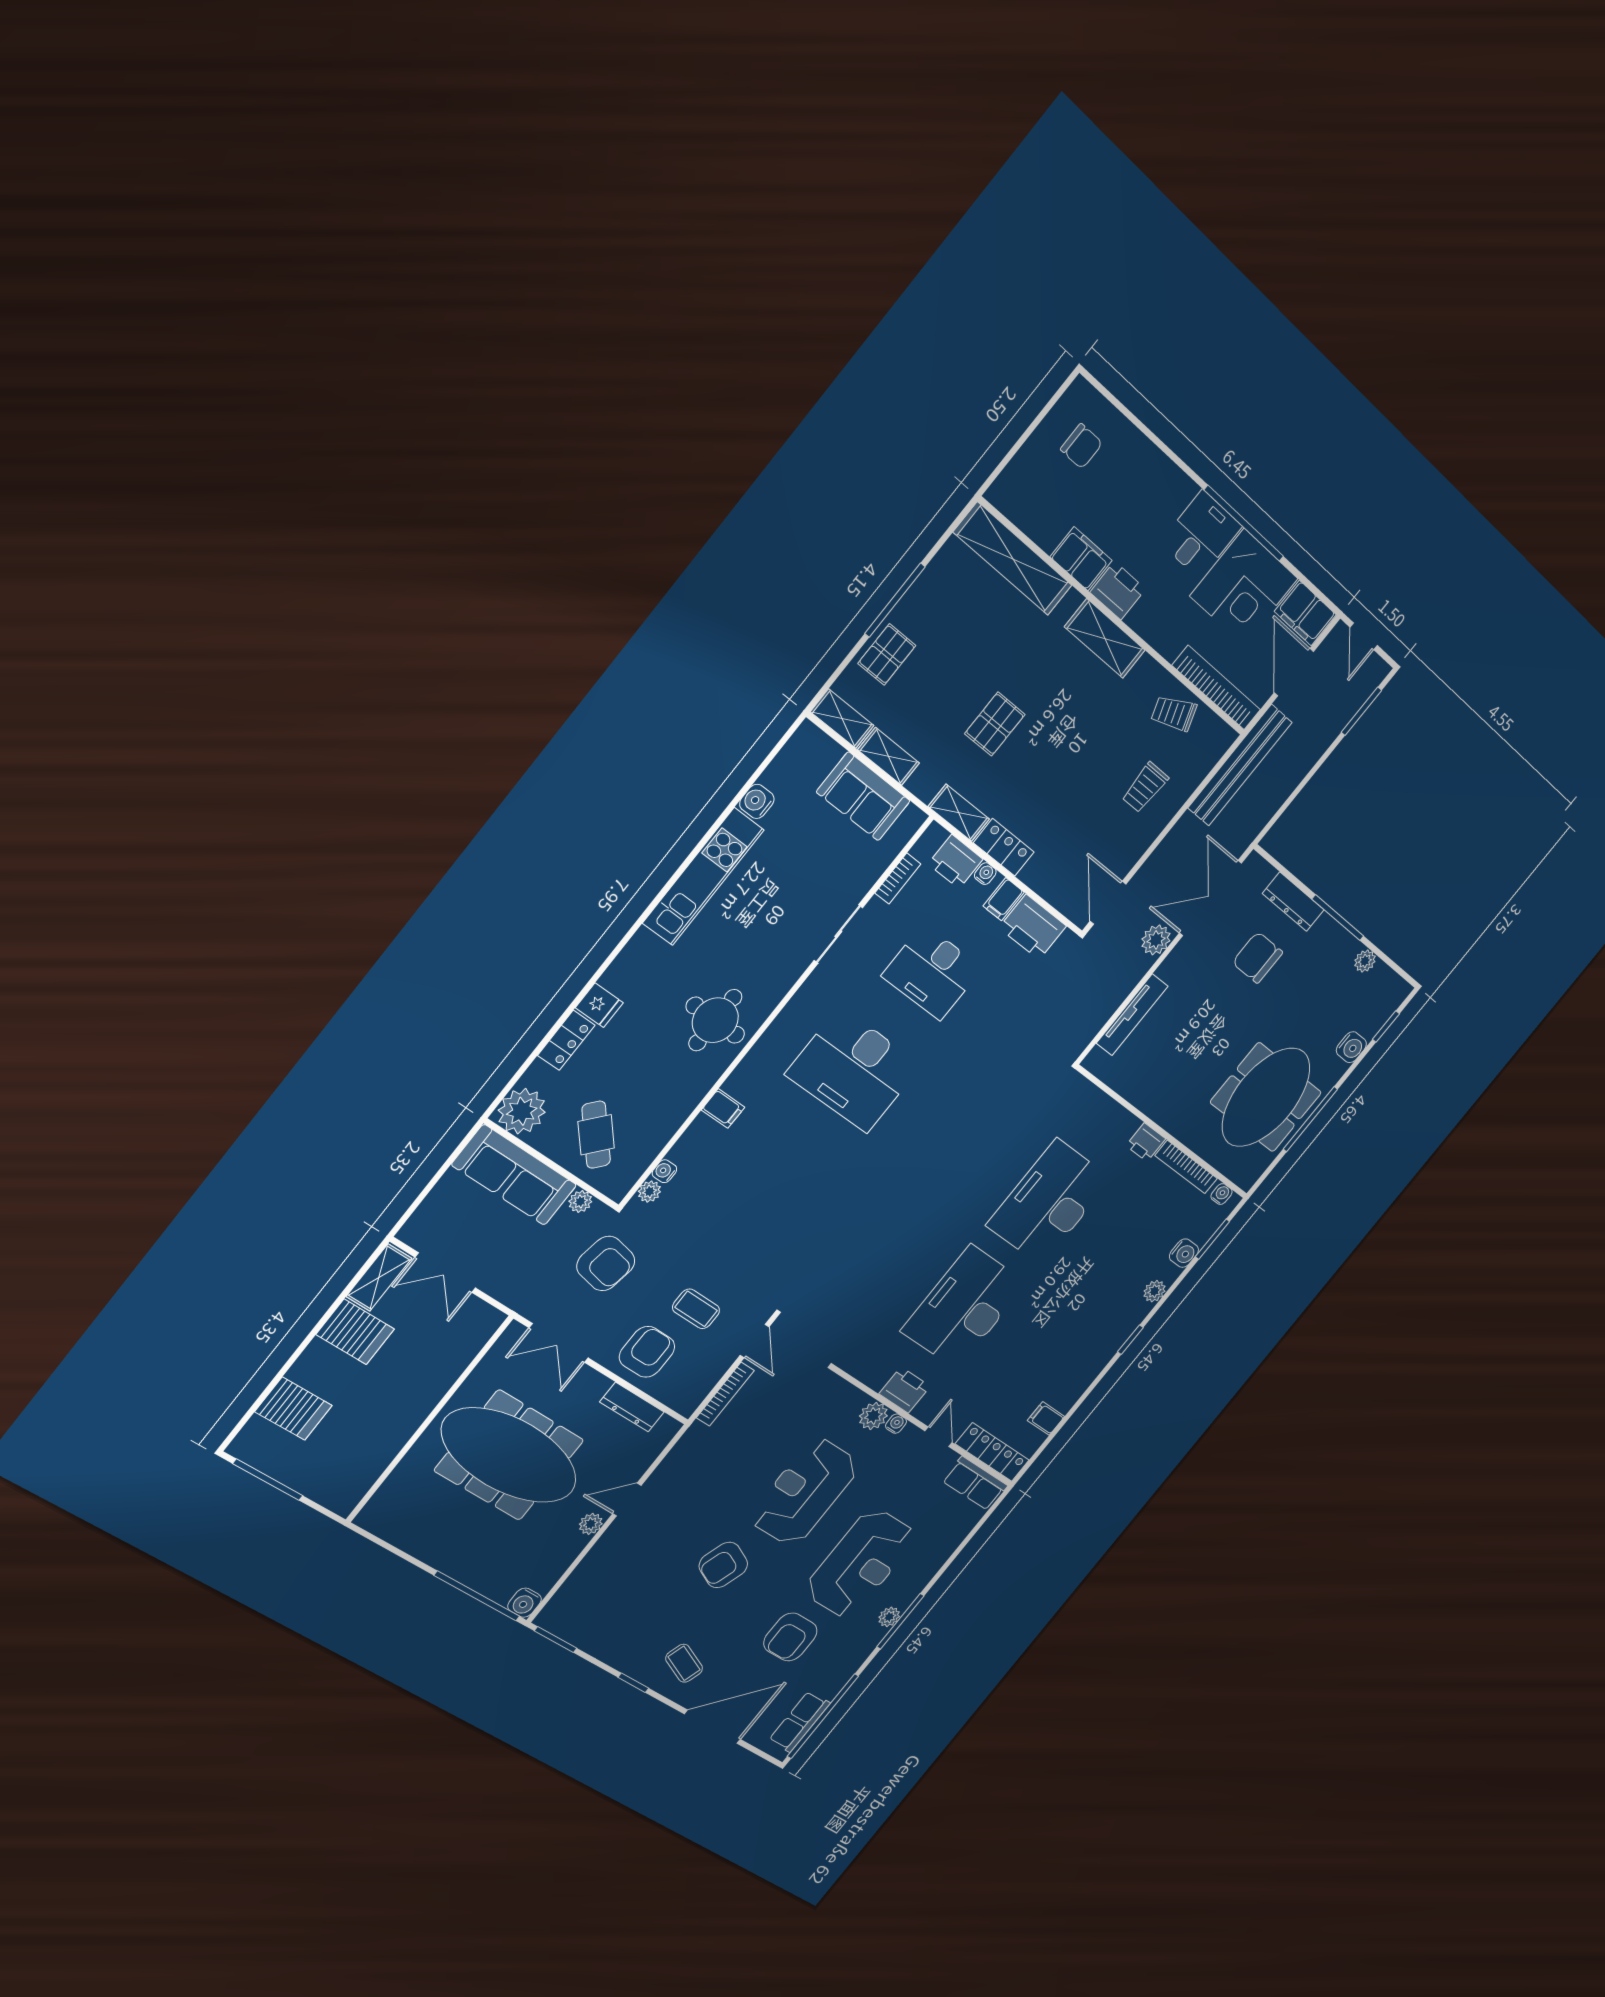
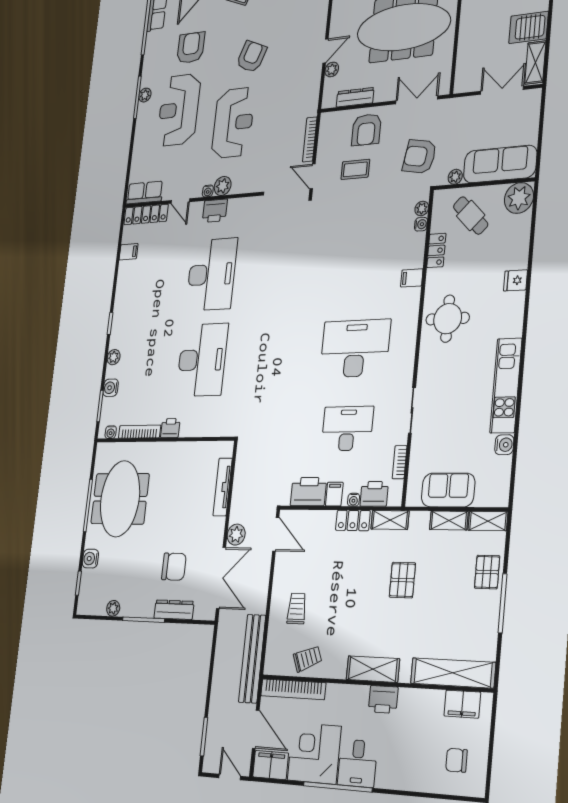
filing cabinet: (1081, 559) -> (462, 704), moved
locker: (566, 1040) -> (436, 250), moved, turned 180
plant: (591, 1524) -> (332, 69), moved

